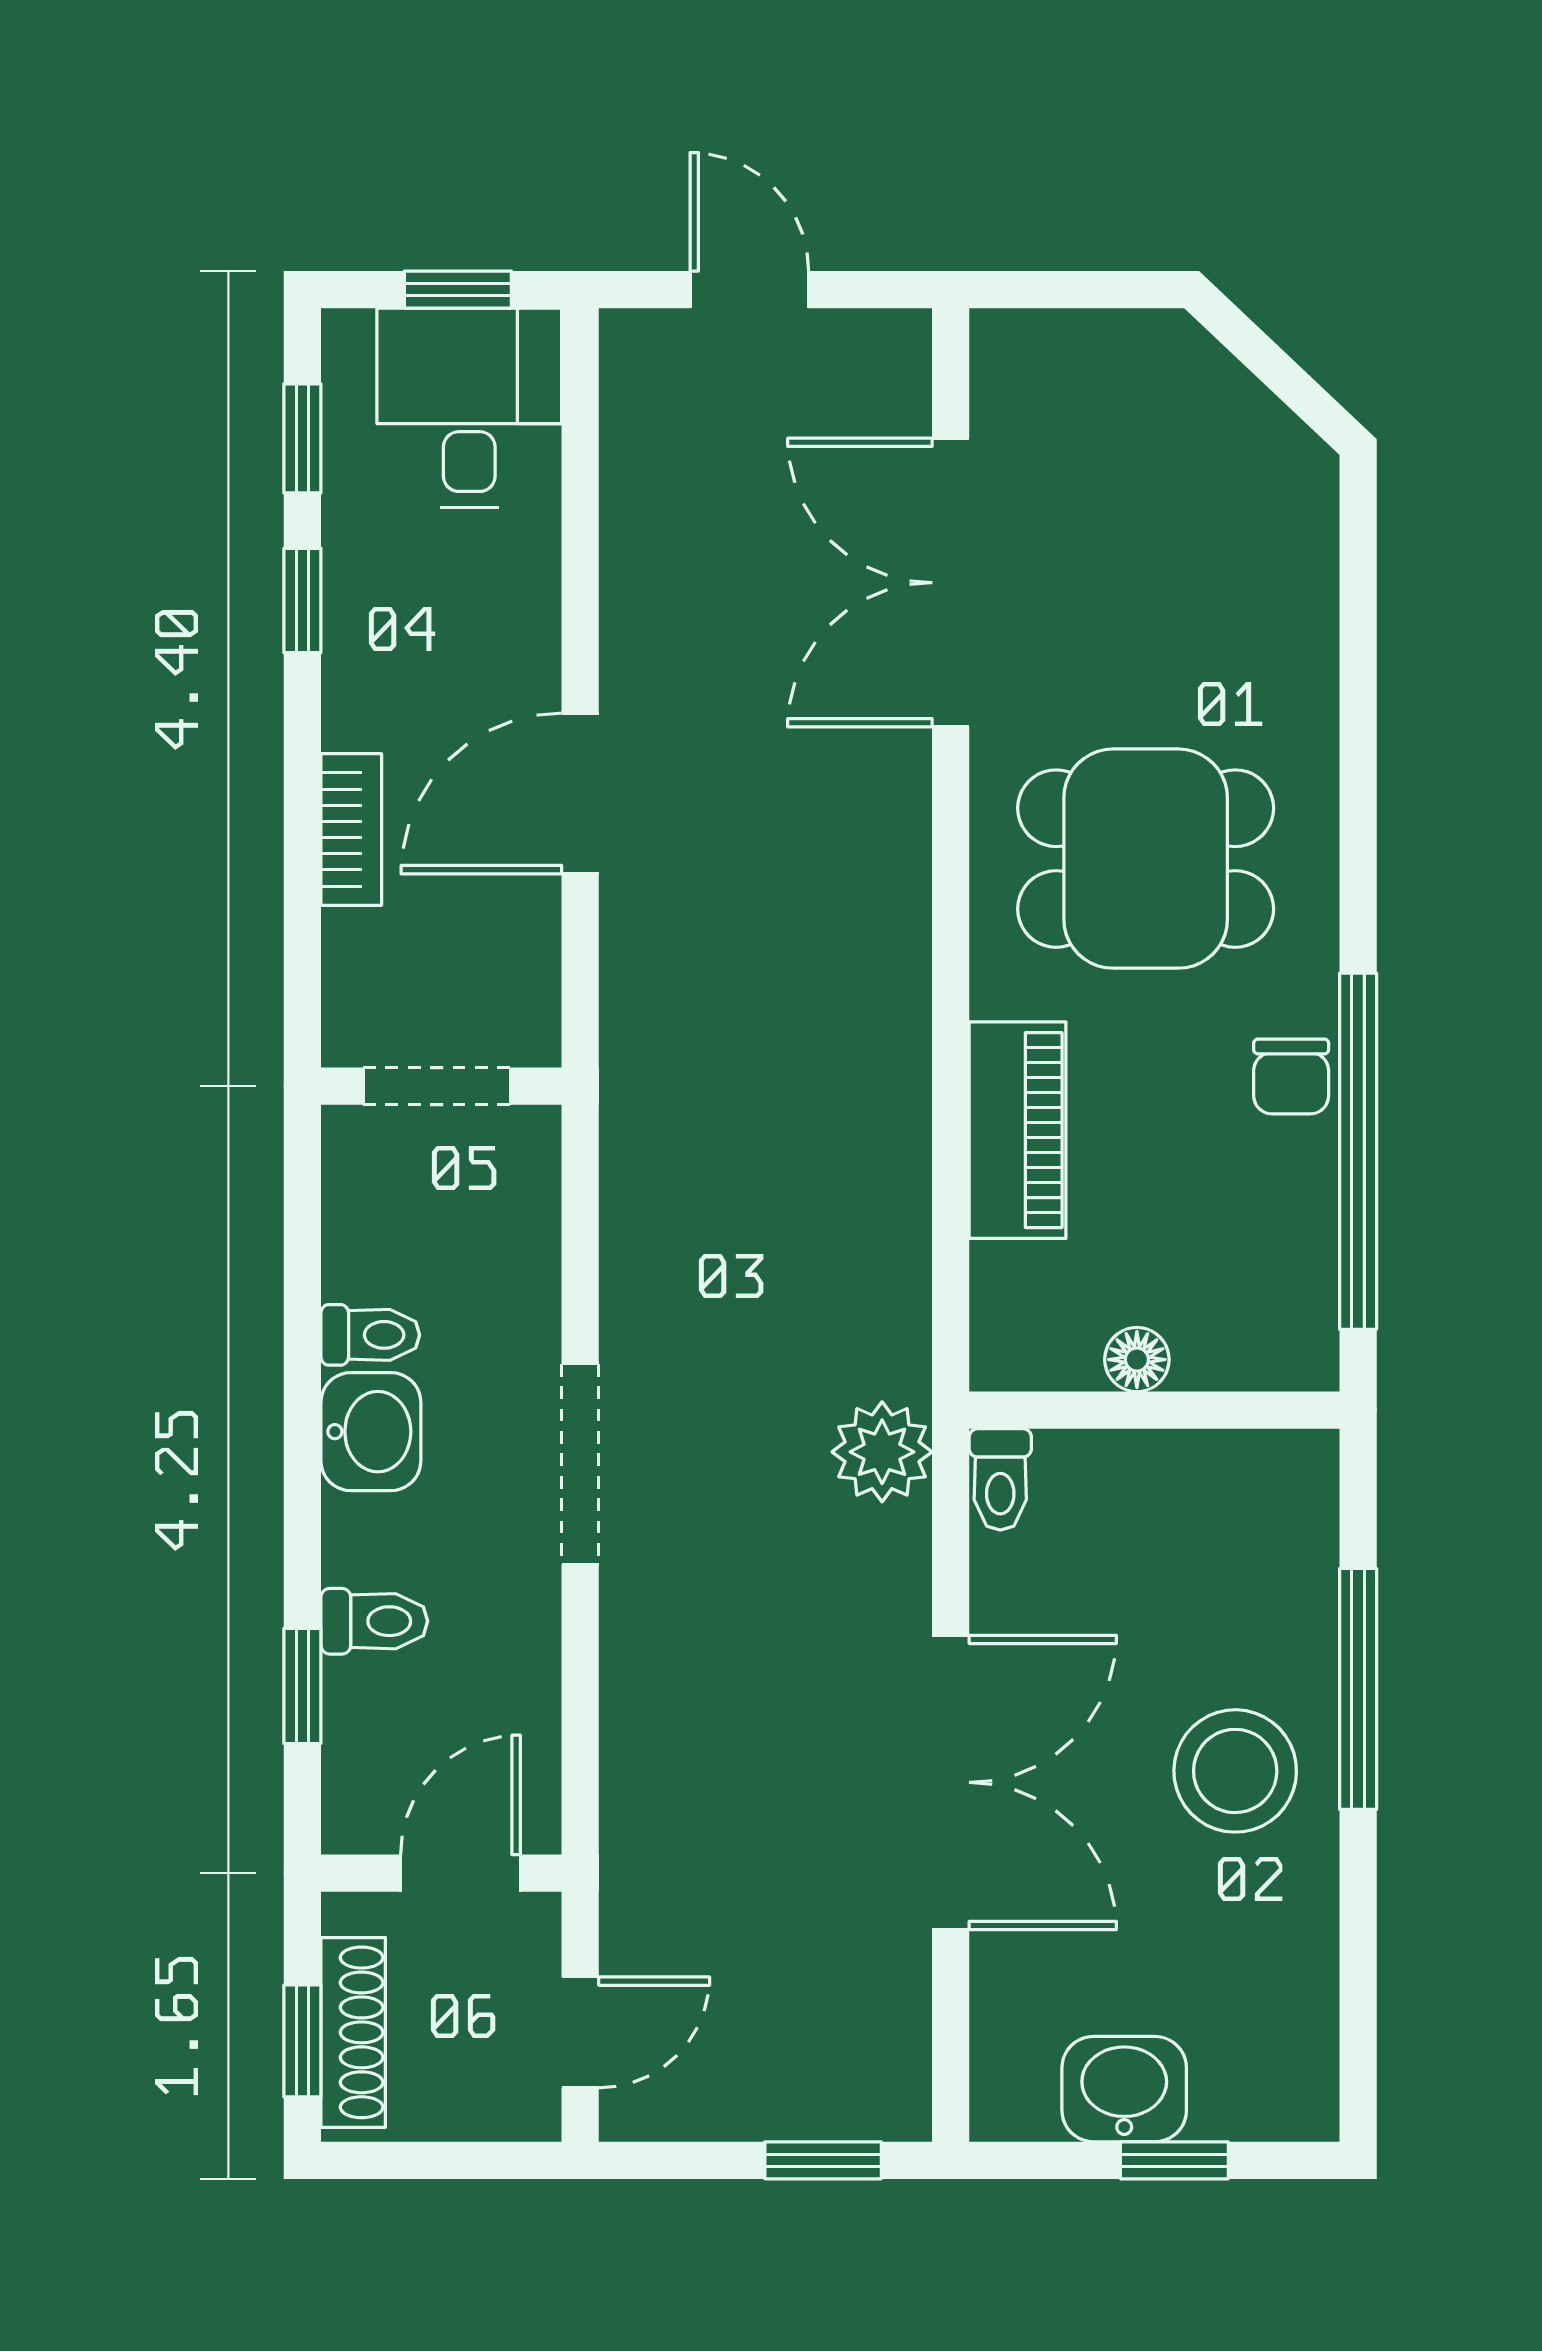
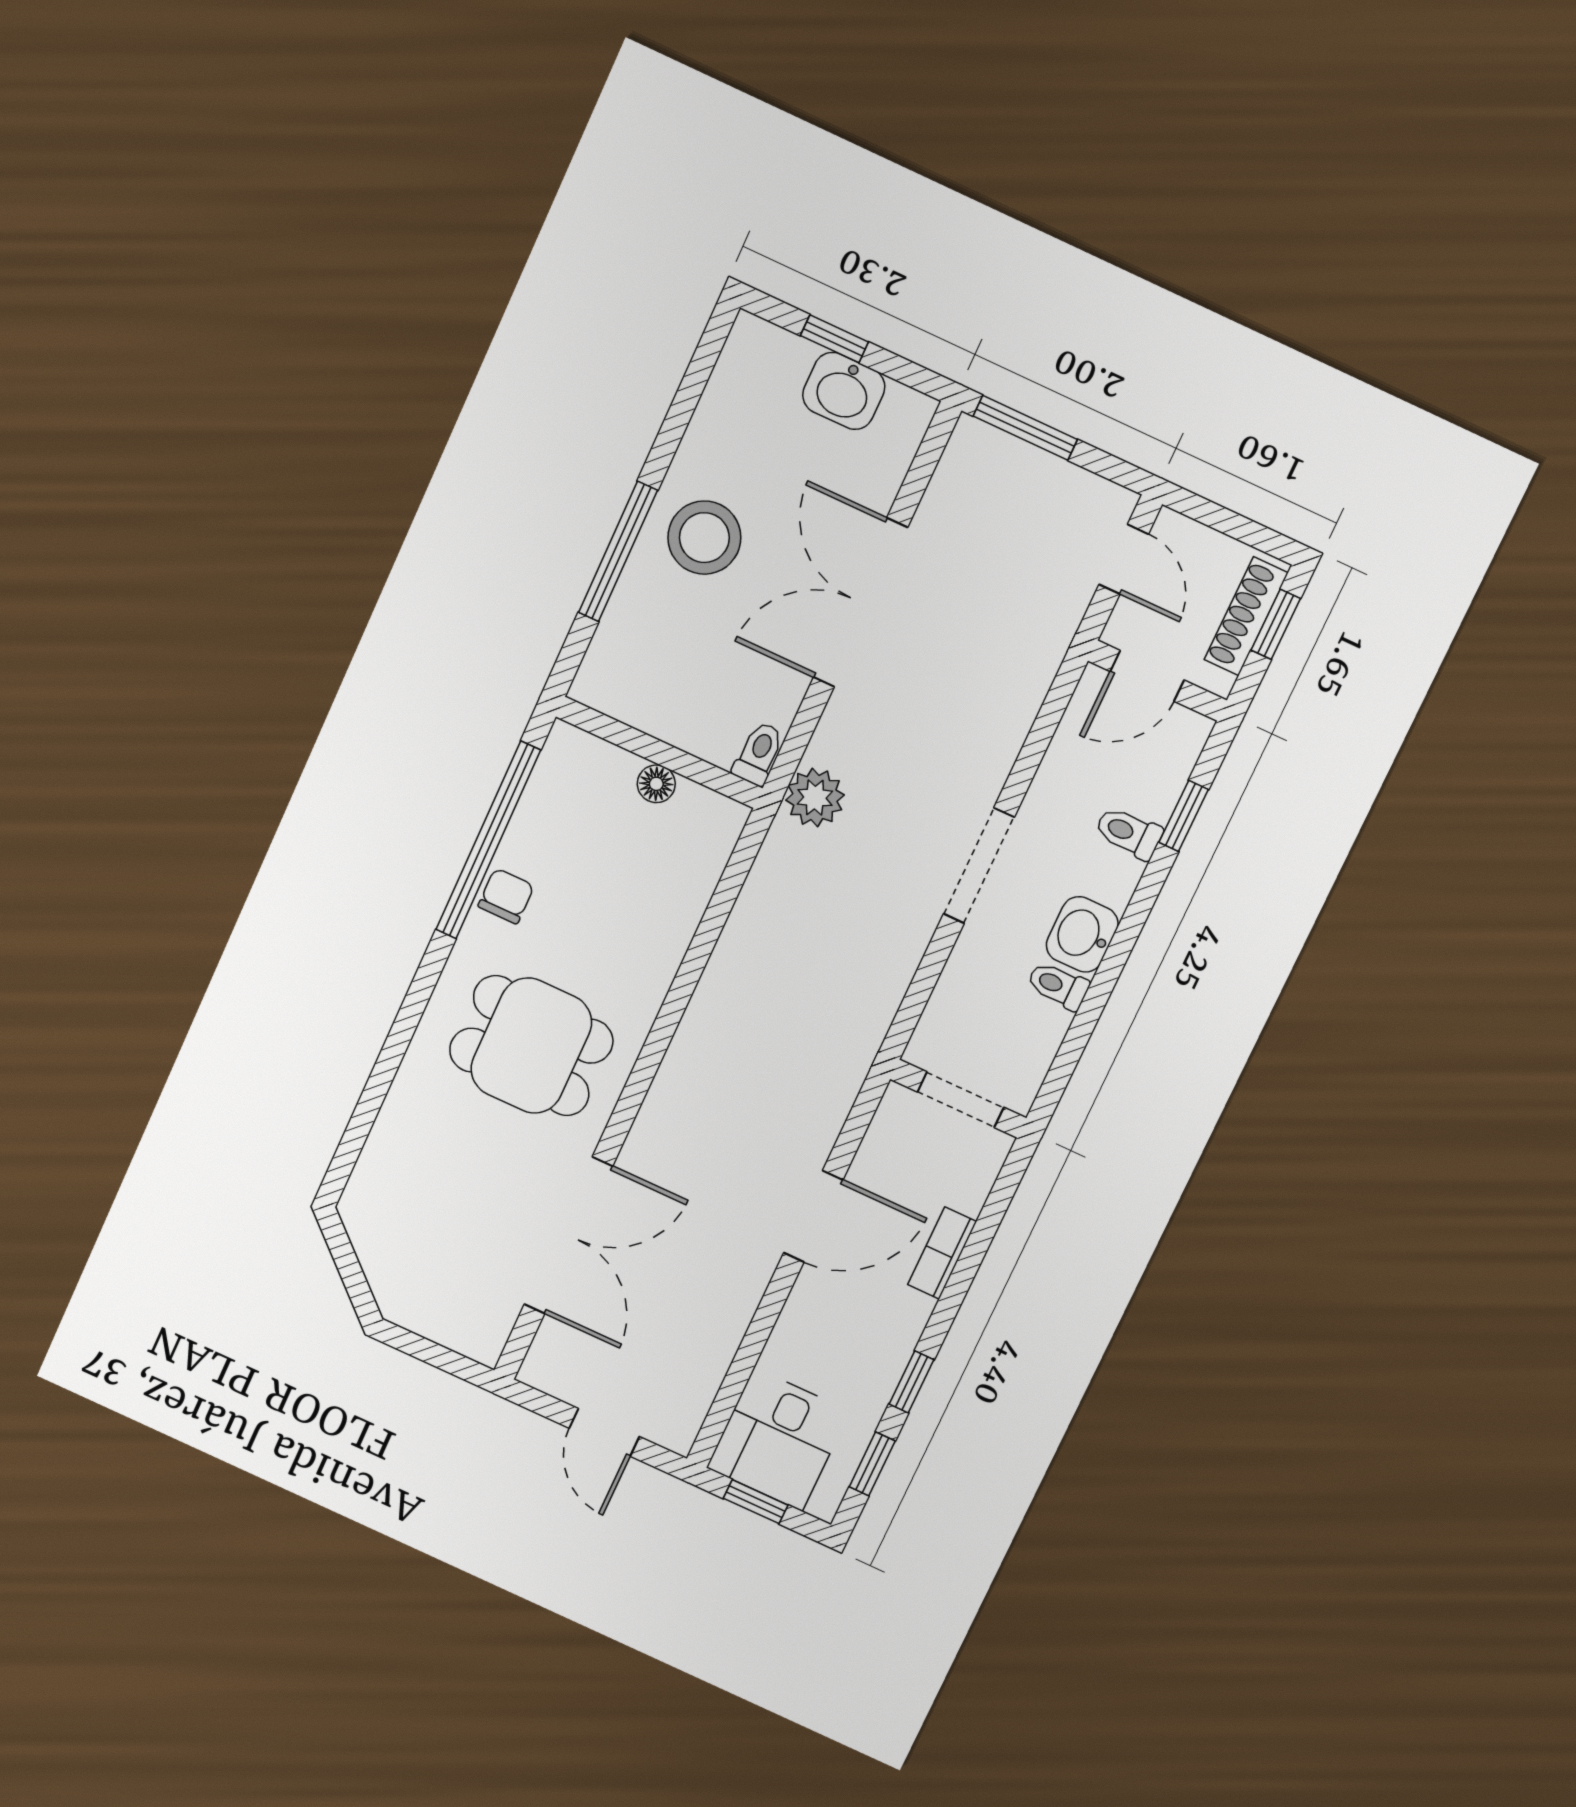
piano: (1018, 1130) -> (664, 935), removed
door: (580, 2032) -> (1124, 559), swing flipped
window: (823, 2160) -> (1025, 428), width x1.50

